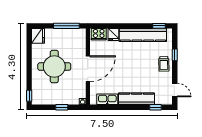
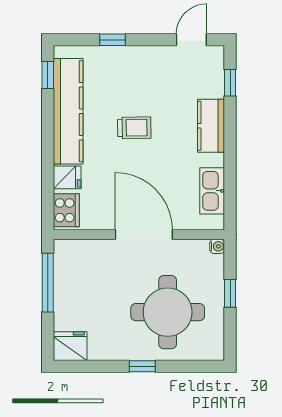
trolley: (164, 64) -> (134, 128), moved
round table: (54, 67) -> (168, 312), moved
window: (29, 96) -> (142, 366), moved
kitchen counter: (136, 99) -> (211, 126), width x0.67

